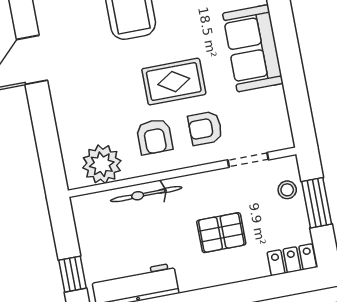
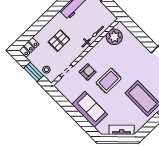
armchair: (154, 137) -> (103, 58), removed

